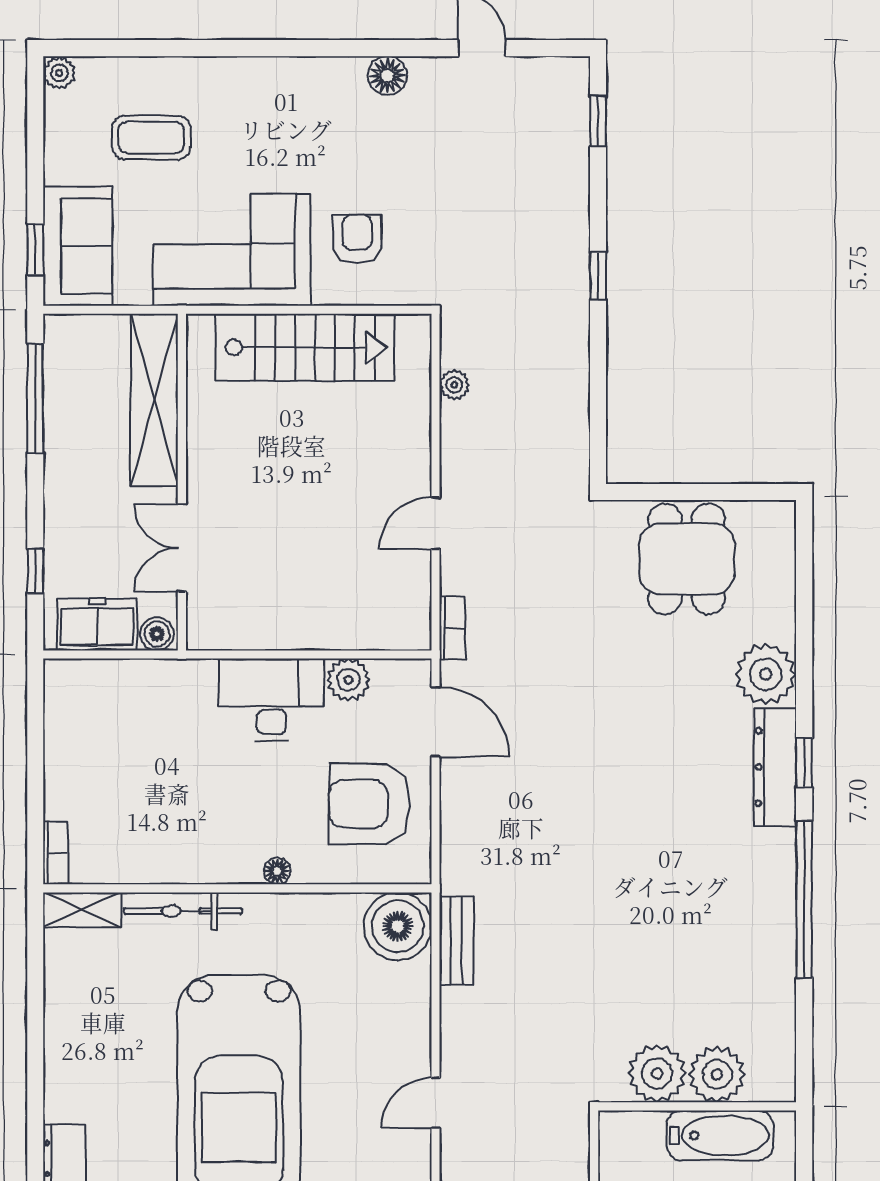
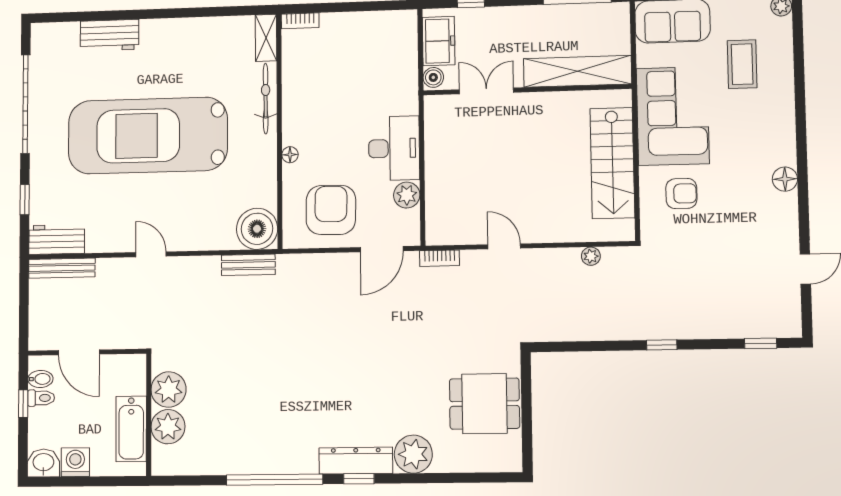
floor lamp: (387, 76) -> (785, 179), moved

